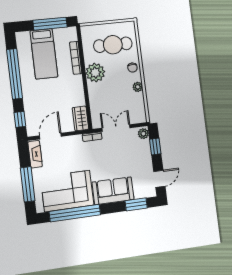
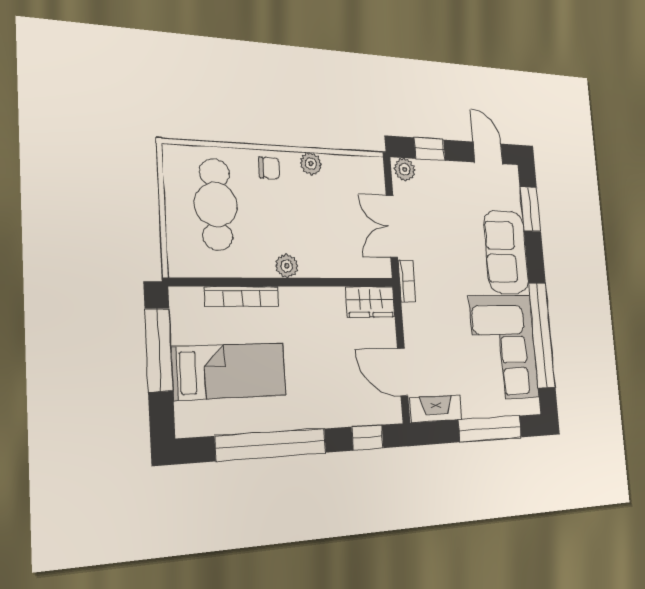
plant: (95, 73) -> (287, 266), width x0.53, depth x0.53

